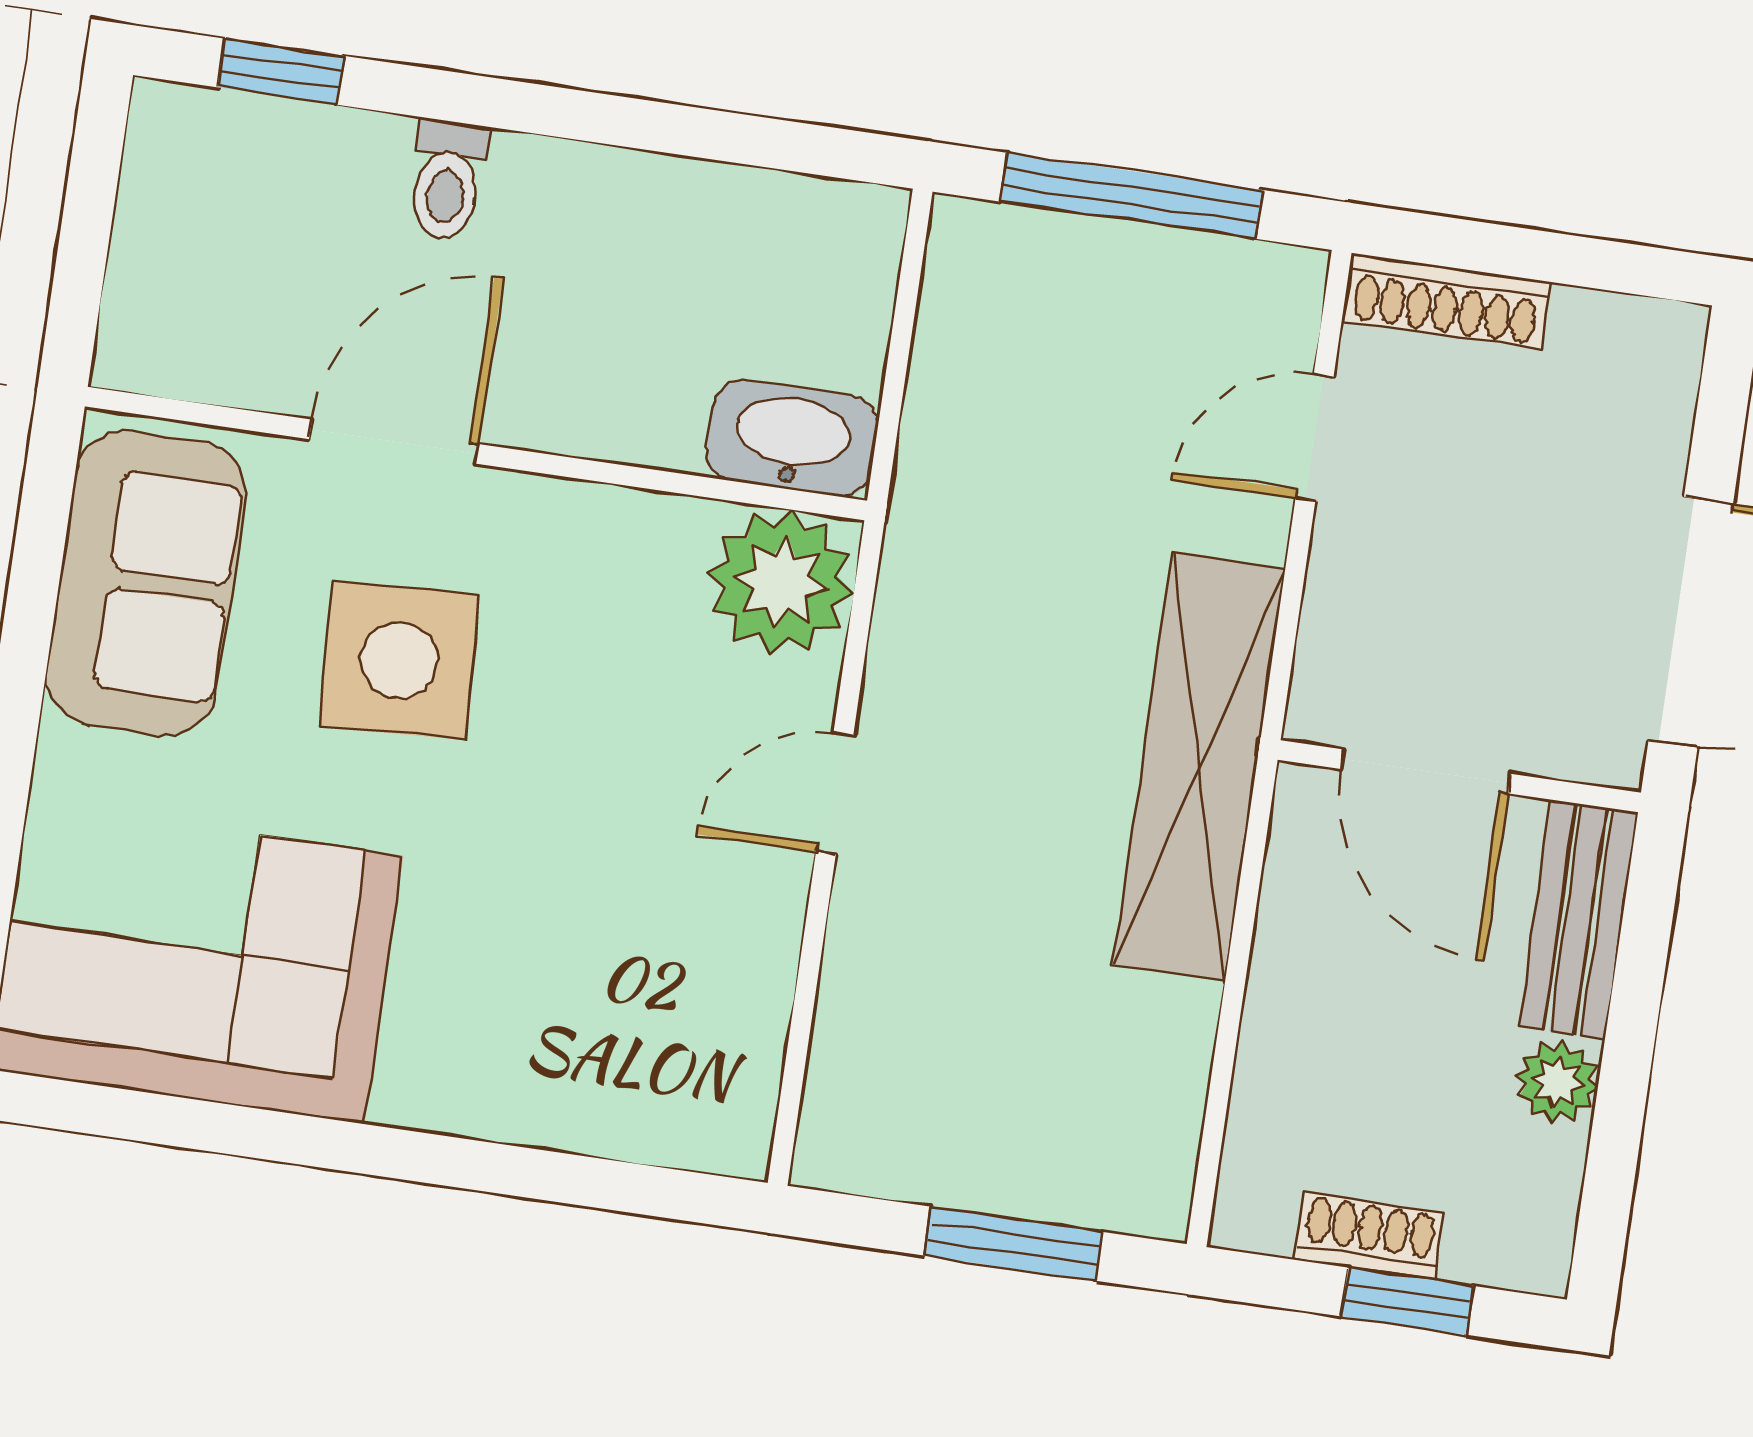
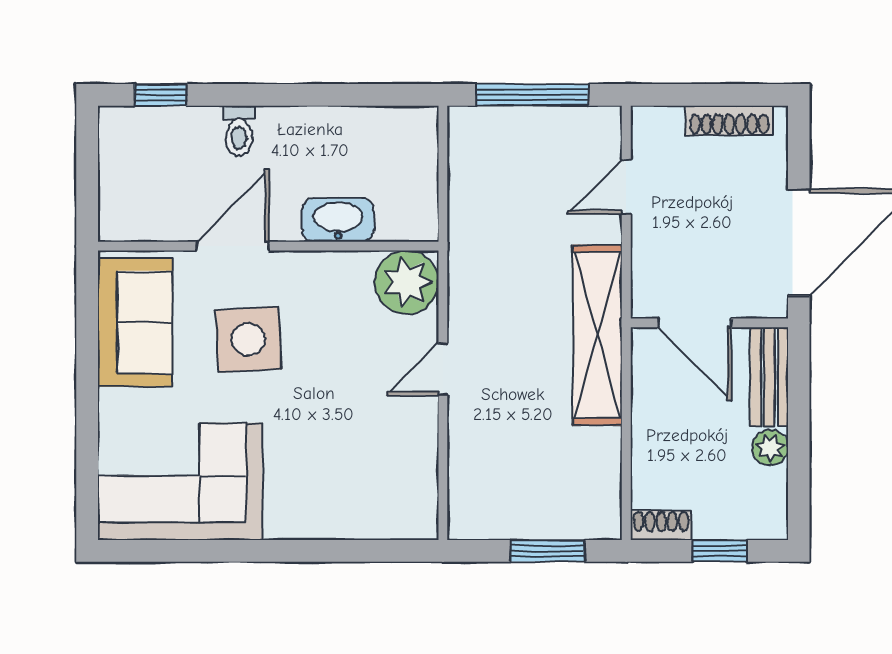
shoe rack: (1446, 301) -> (729, 120), moved
washbasin: (792, 438) -> (338, 220), moved
shoe rack: (1369, 1236) -> (661, 525), moved

